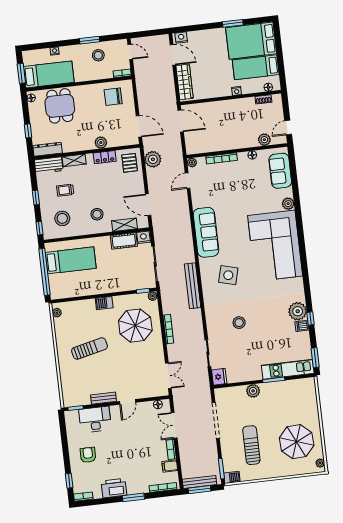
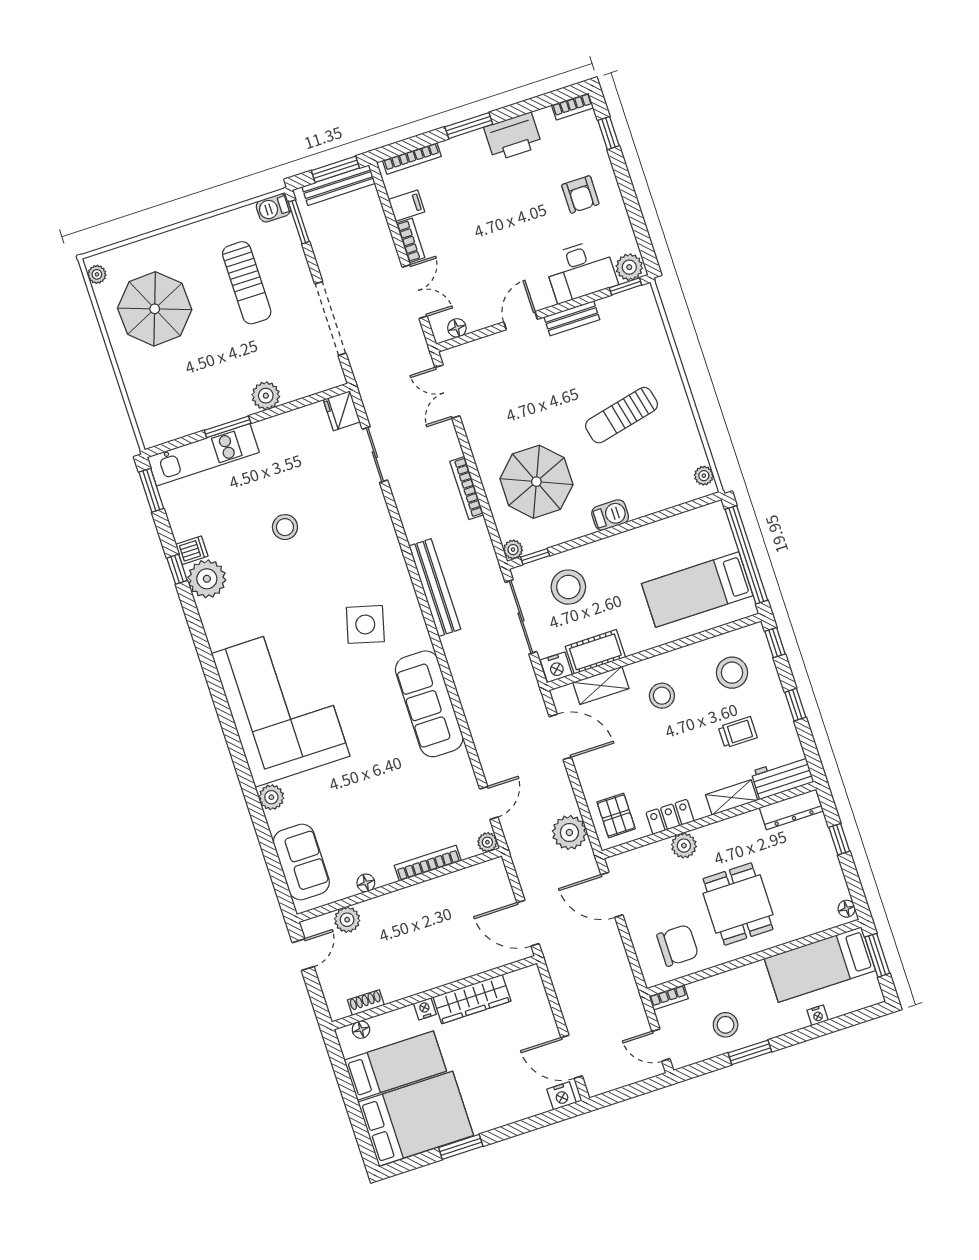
wardrobe: (185, 82) -> (472, 999), moved, turned -90
dining table: (60, 106) -> (738, 904), moved
stool: (130, 274) -> (568, 587), added
stool: (239, 323) -> (285, 527), moved
plant: (72, 417) -> (629, 267), added

